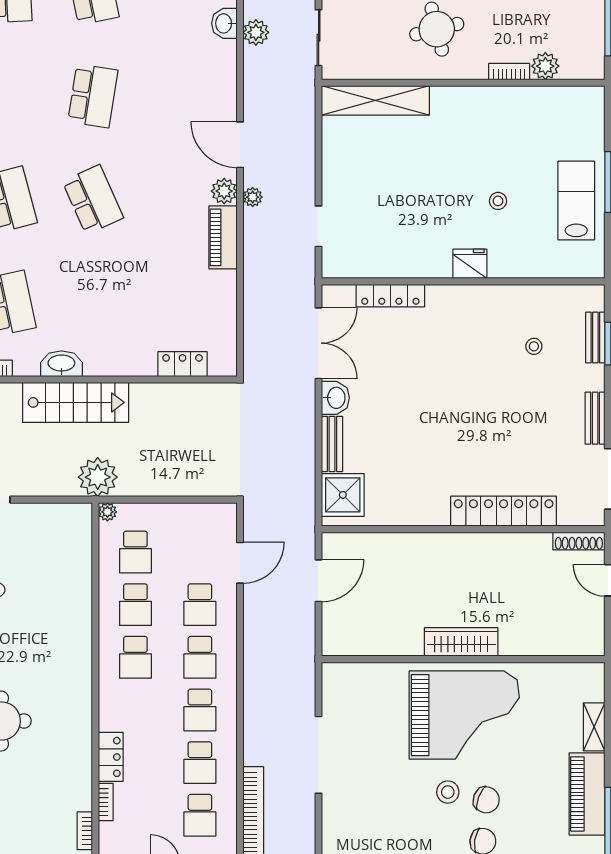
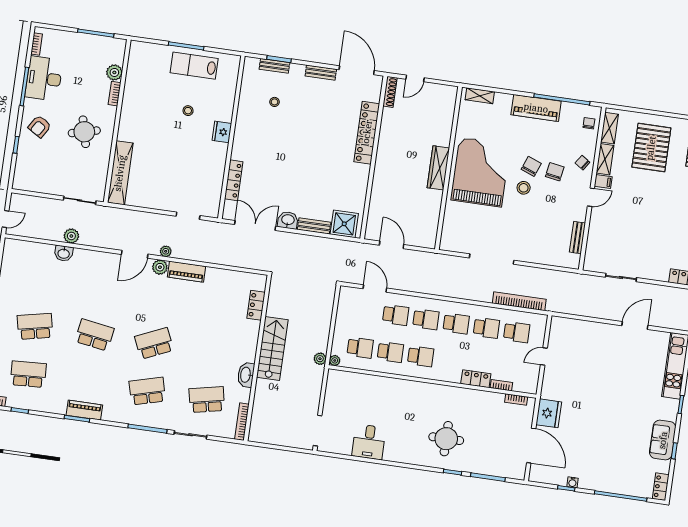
stairs: (76, 402) -> (272, 349), moved
plant: (98, 477) -> (320, 359), width x0.53, depth x0.53
shelving: (594, 727) -> (480, 96), moved

